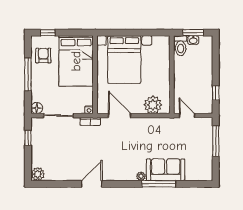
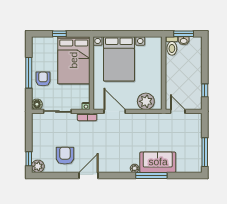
window: (48, 33) -> (59, 34), moved
armchair: (43, 56) -> (43, 79), moved
window: (28, 138) -> (29, 159), moved
window: (216, 141) -> (205, 152), moved
armchair: (67, 163) -> (65, 156), added

